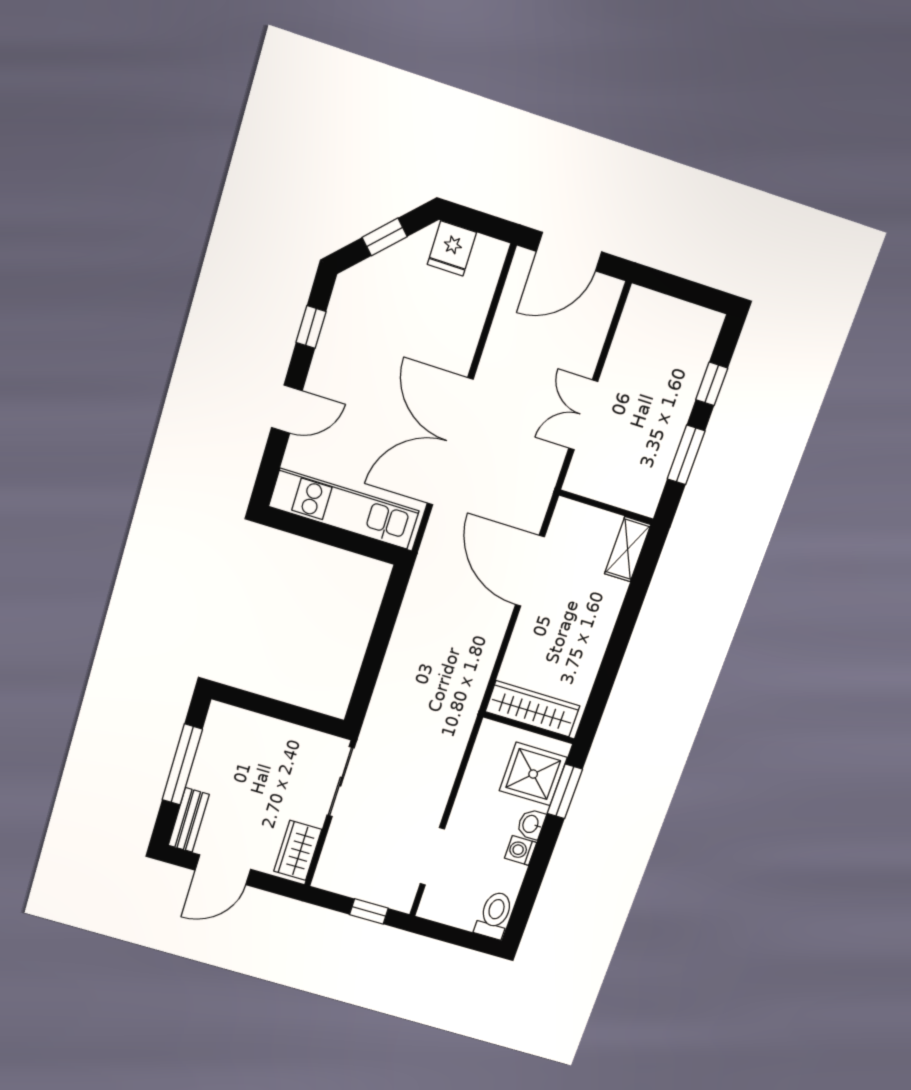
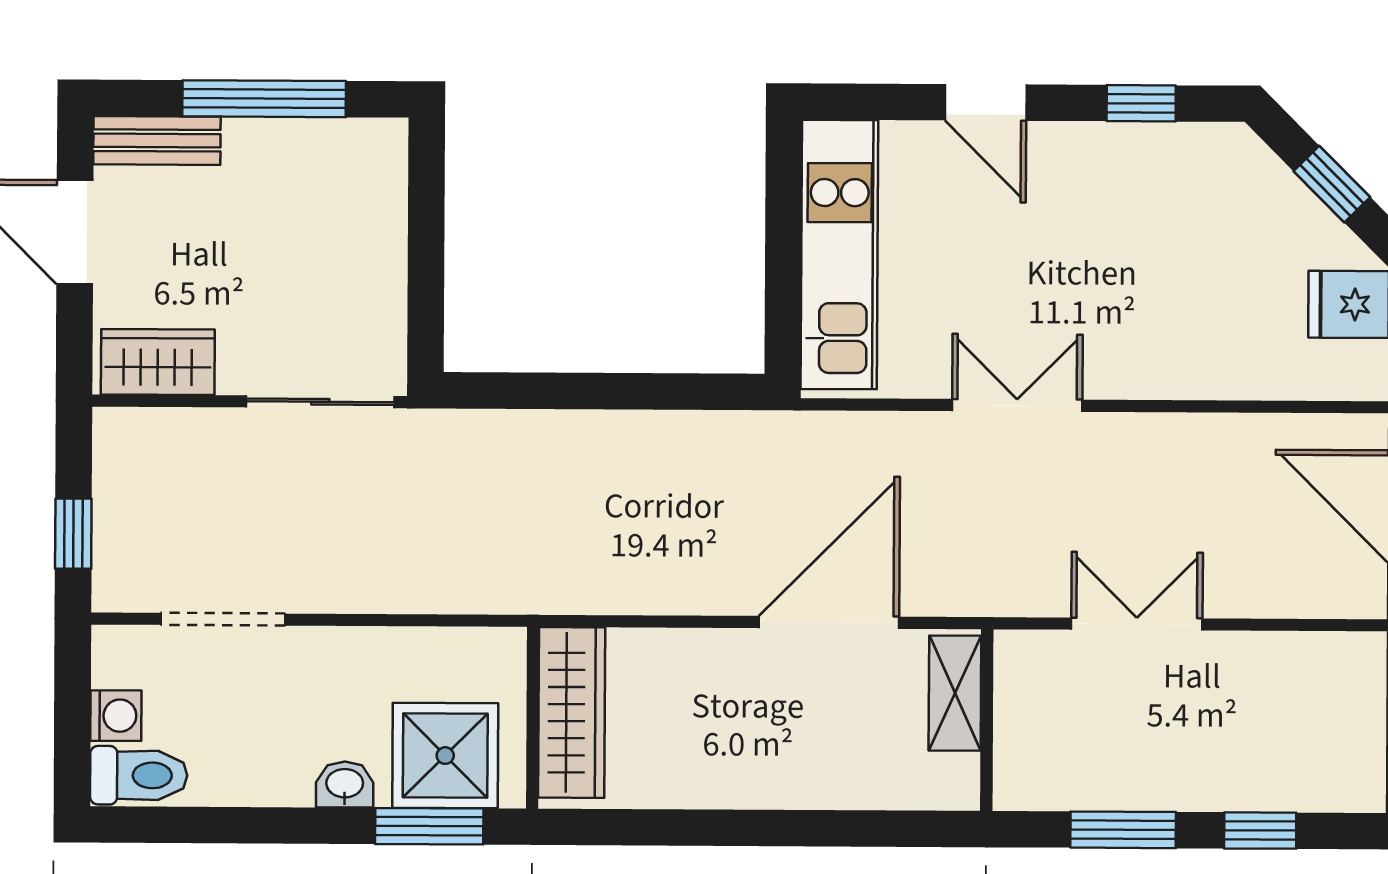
double door: (450, 442) -> (1017, 405), width x0.54
shelving: (628, 549) -> (955, 693), moved, turned 90
washing machine: (521, 850) -> (116, 716), moved, turned 90

